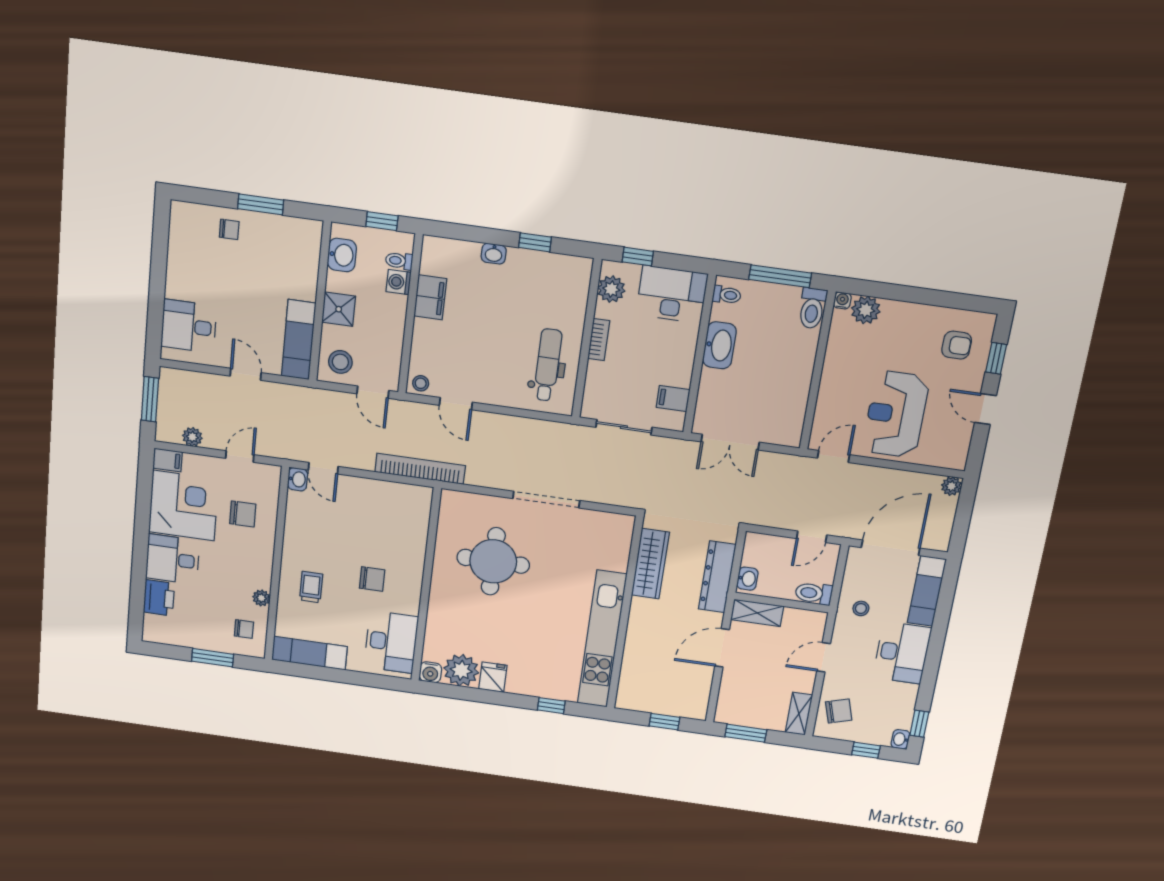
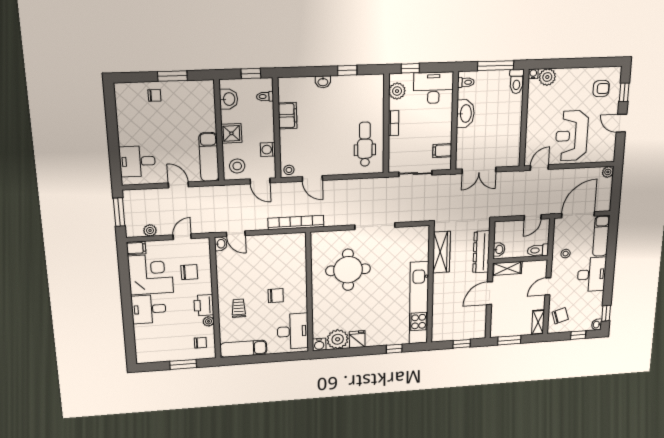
washing machine: (399, 282) -> (268, 150), moved
printer: (159, 598) -> (204, 305), moved, turned 180

